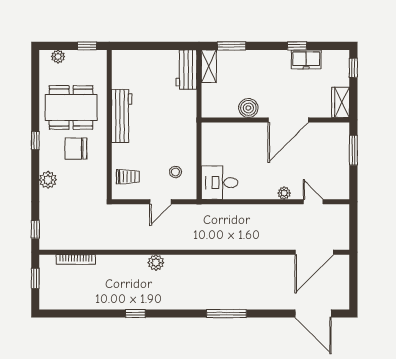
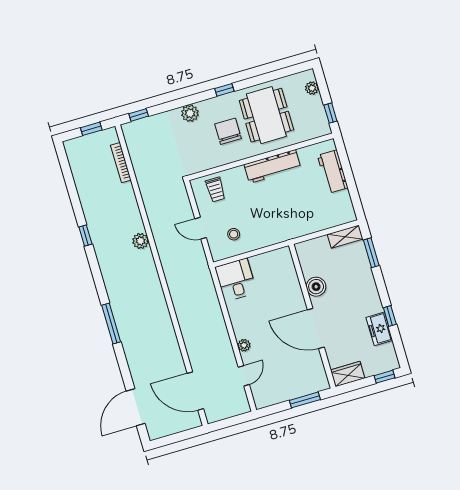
workbench: (186, 70) -> (333, 172), moved, turned -90

